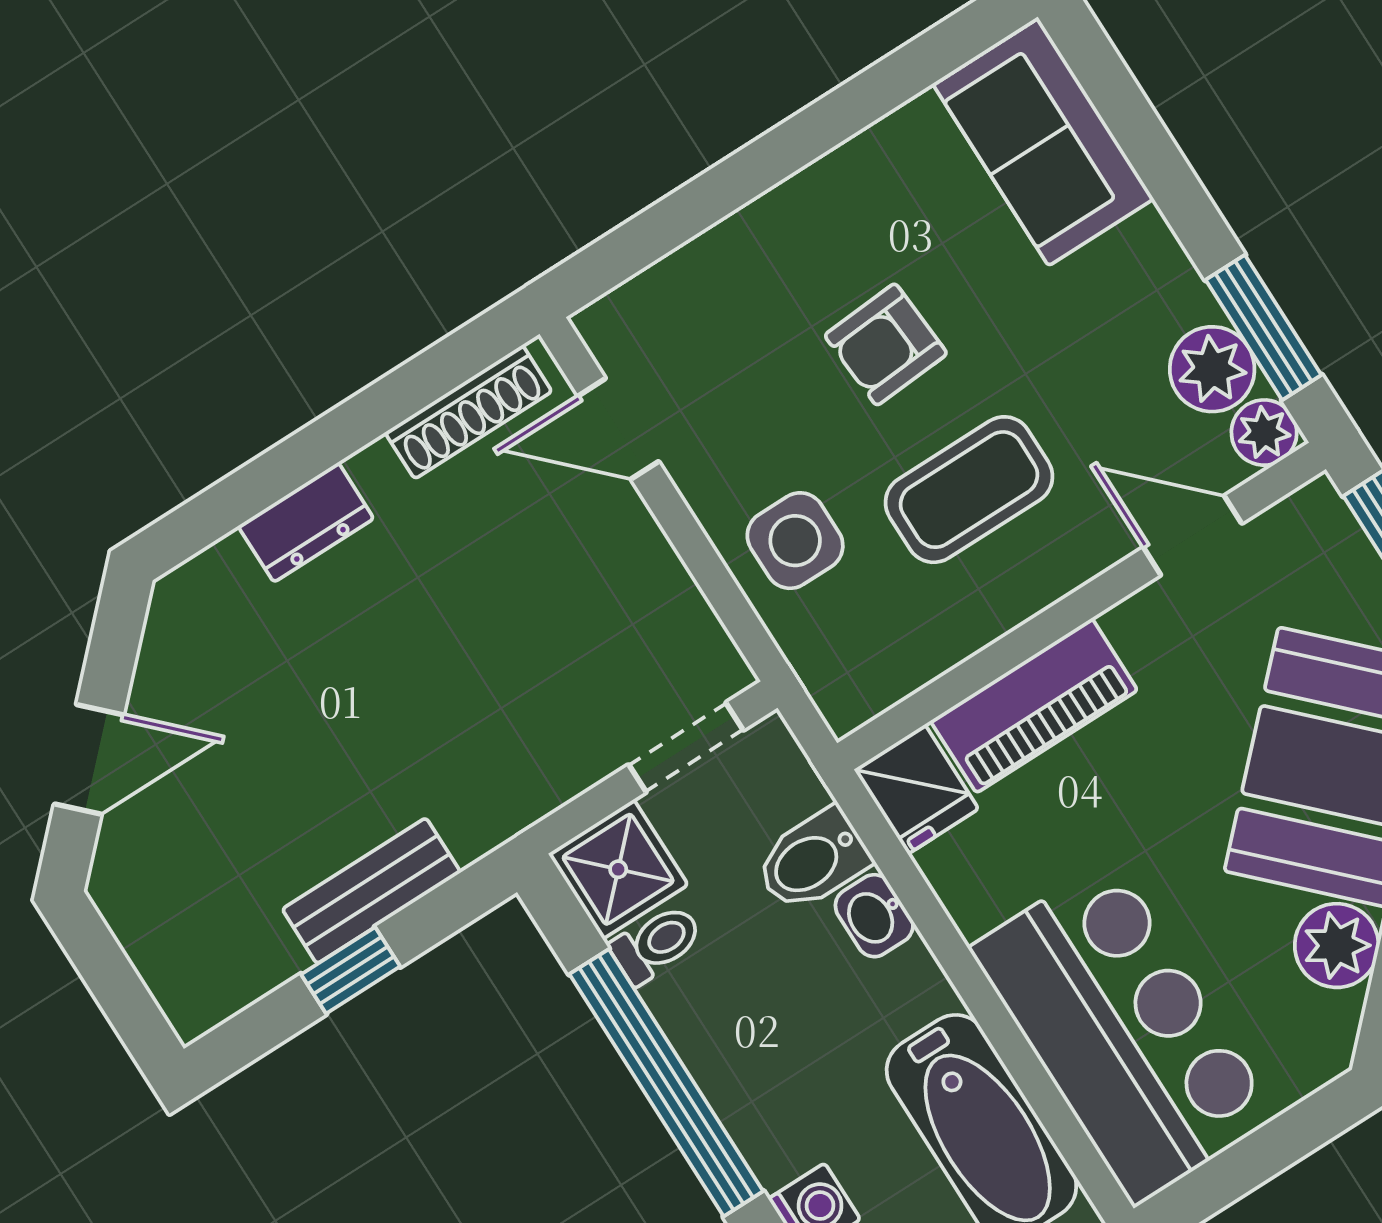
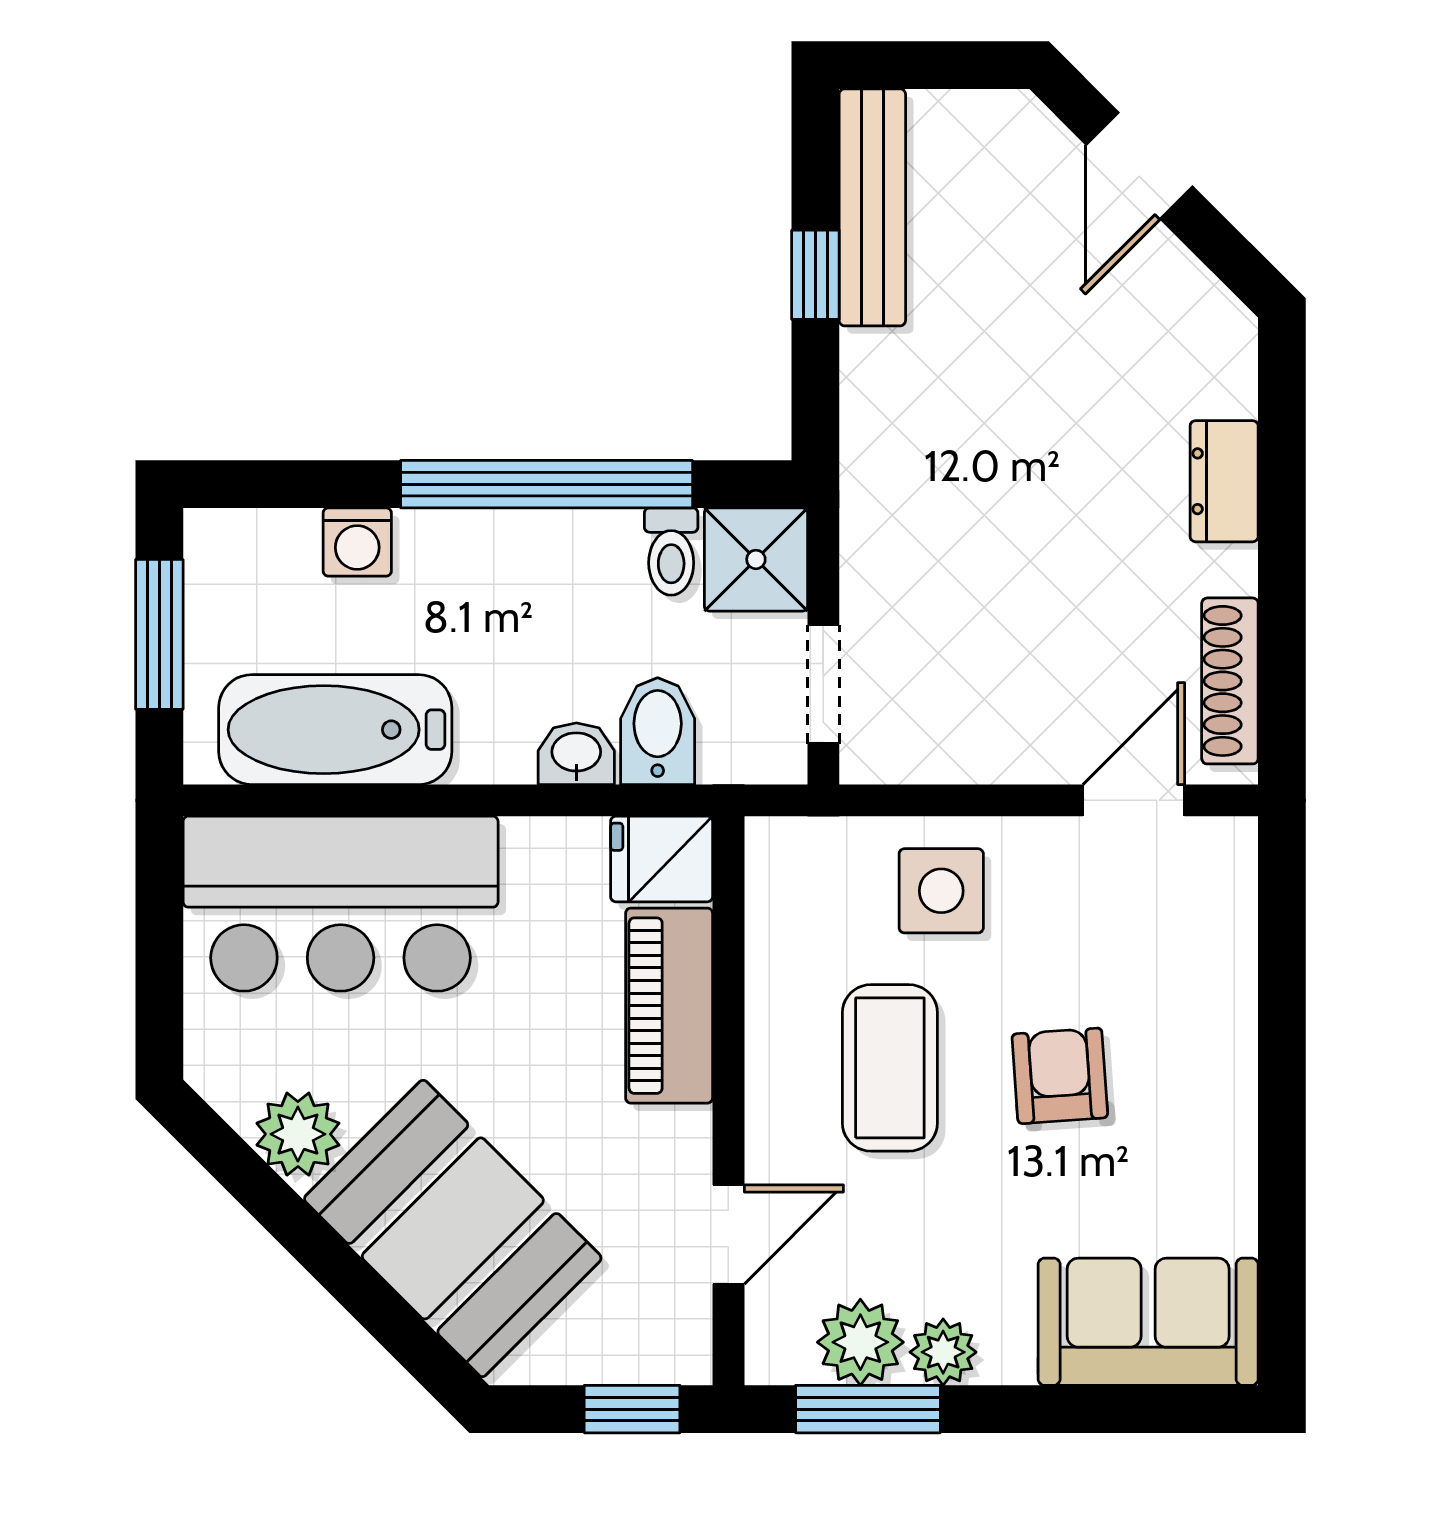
plant: (1264, 433) -> (943, 1352), moved
bench: (371, 891) -> (872, 207), moved, width x1.36

